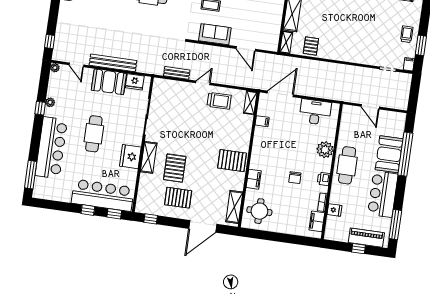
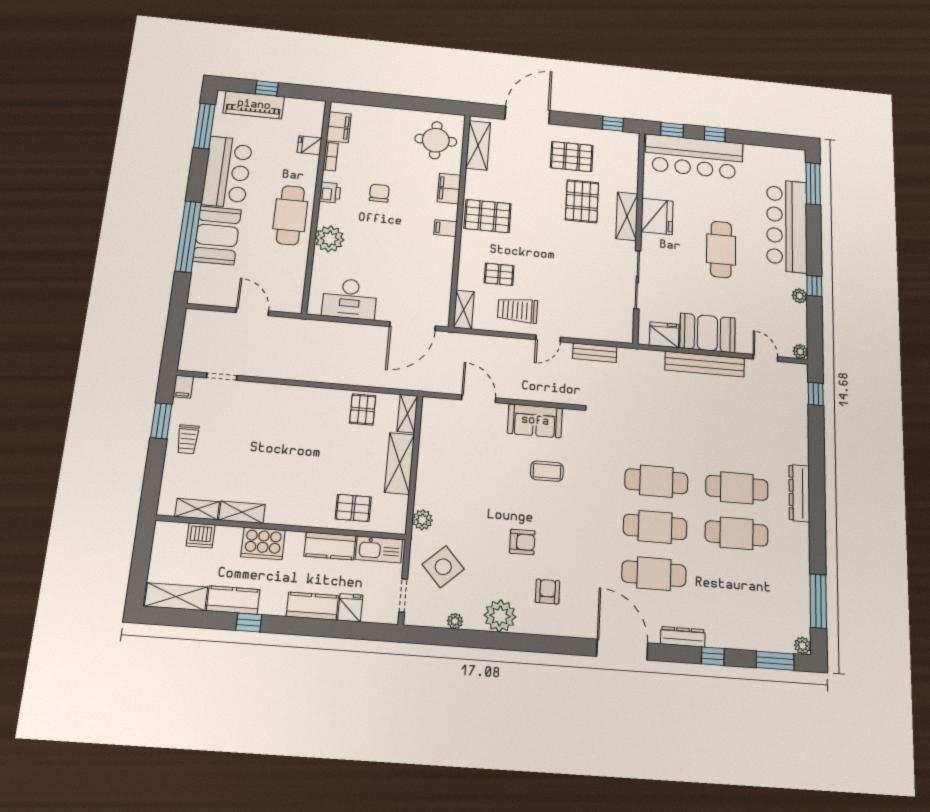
filing cabinet: (262, 121) -> (445, 228), moved
pallet: (228, 124) -> (499, 274), added

